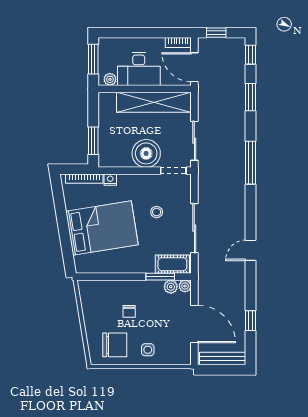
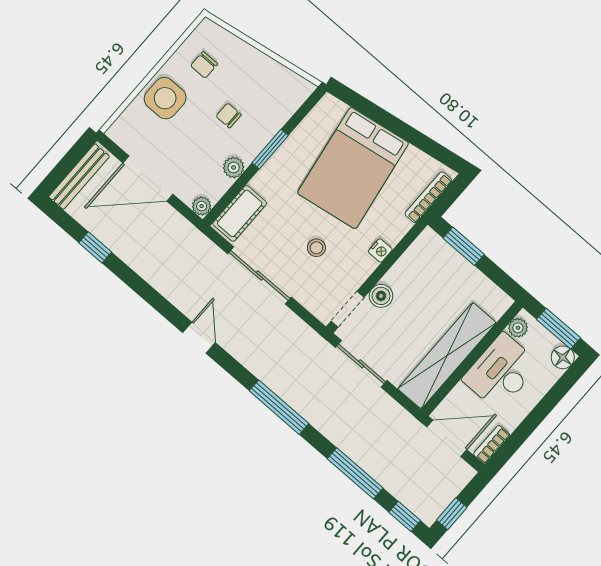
window: (216, 33) -> (452, 514), moved
floor lamp: (105, 45) -> (563, 357), added
window: (251, 97) -> (355, 473), width x1.44
boiler: (146, 153) -> (381, 296), width x0.54, depth x0.54
nightstand: (110, 180) -> (380, 251), moved
door: (251, 250) -> (199, 338), moved
window: (160, 277) -> (270, 149), moved
plant: (171, 287) -> (234, 167), moved
chair: (115, 345) -> (204, 65), width x0.54, depth x0.54
side table: (148, 350) -> (165, 98), width x1.87, depth x1.87

